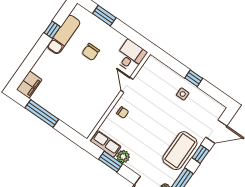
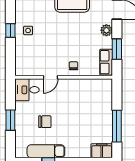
window: (104, 16) -> (10, 120), moved
plant: (123, 157) -> (106, 30), moved

